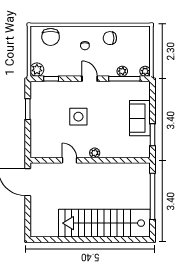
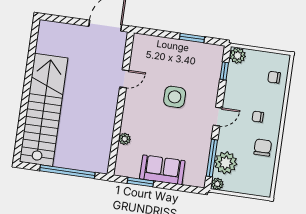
chair: (51, 37) -> (274, 77), width x0.54, depth x0.54
plant: (122, 71) -> (226, 163), width x1.87, depth x1.87
plant: (95, 153) -> (125, 139), moved

